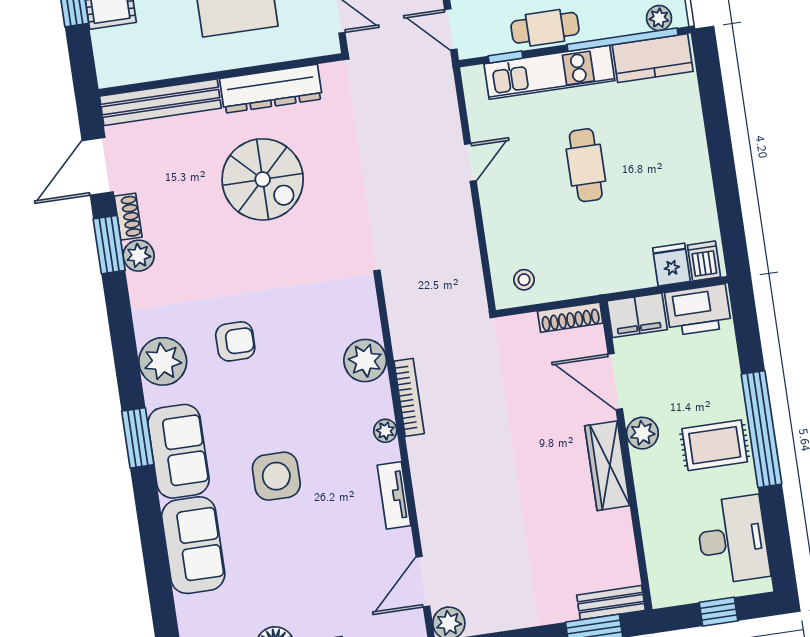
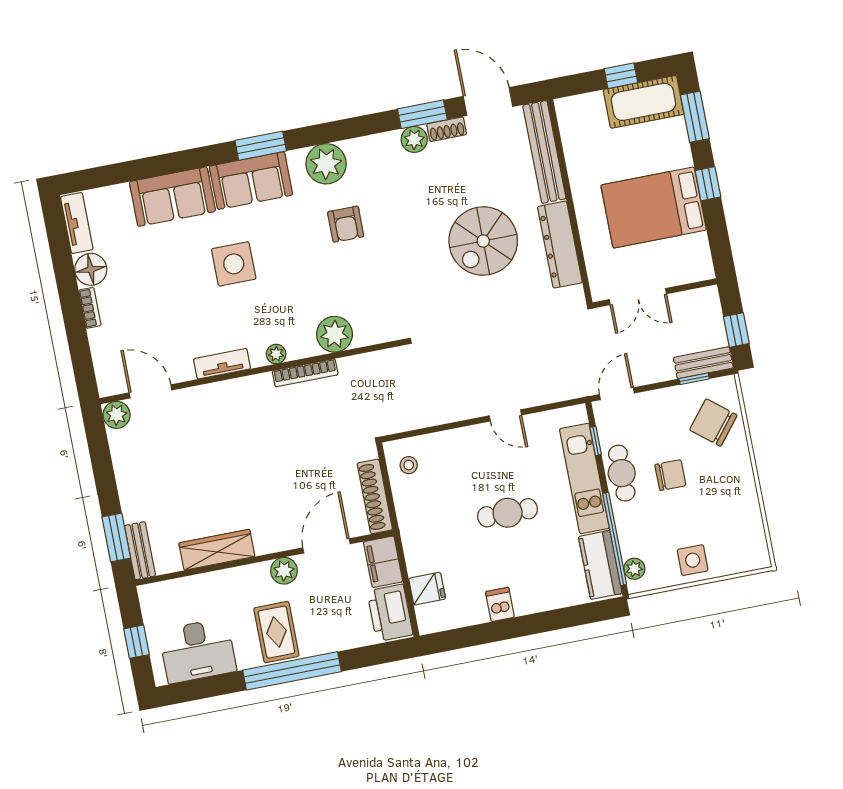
dishwasher: (704, 261) -> (500, 604), moved, turned -90
shoe rack: (570, 317) -> (375, 496), width x1.36, depth x1.24
wardrobe: (607, 466) -> (217, 550), moved

